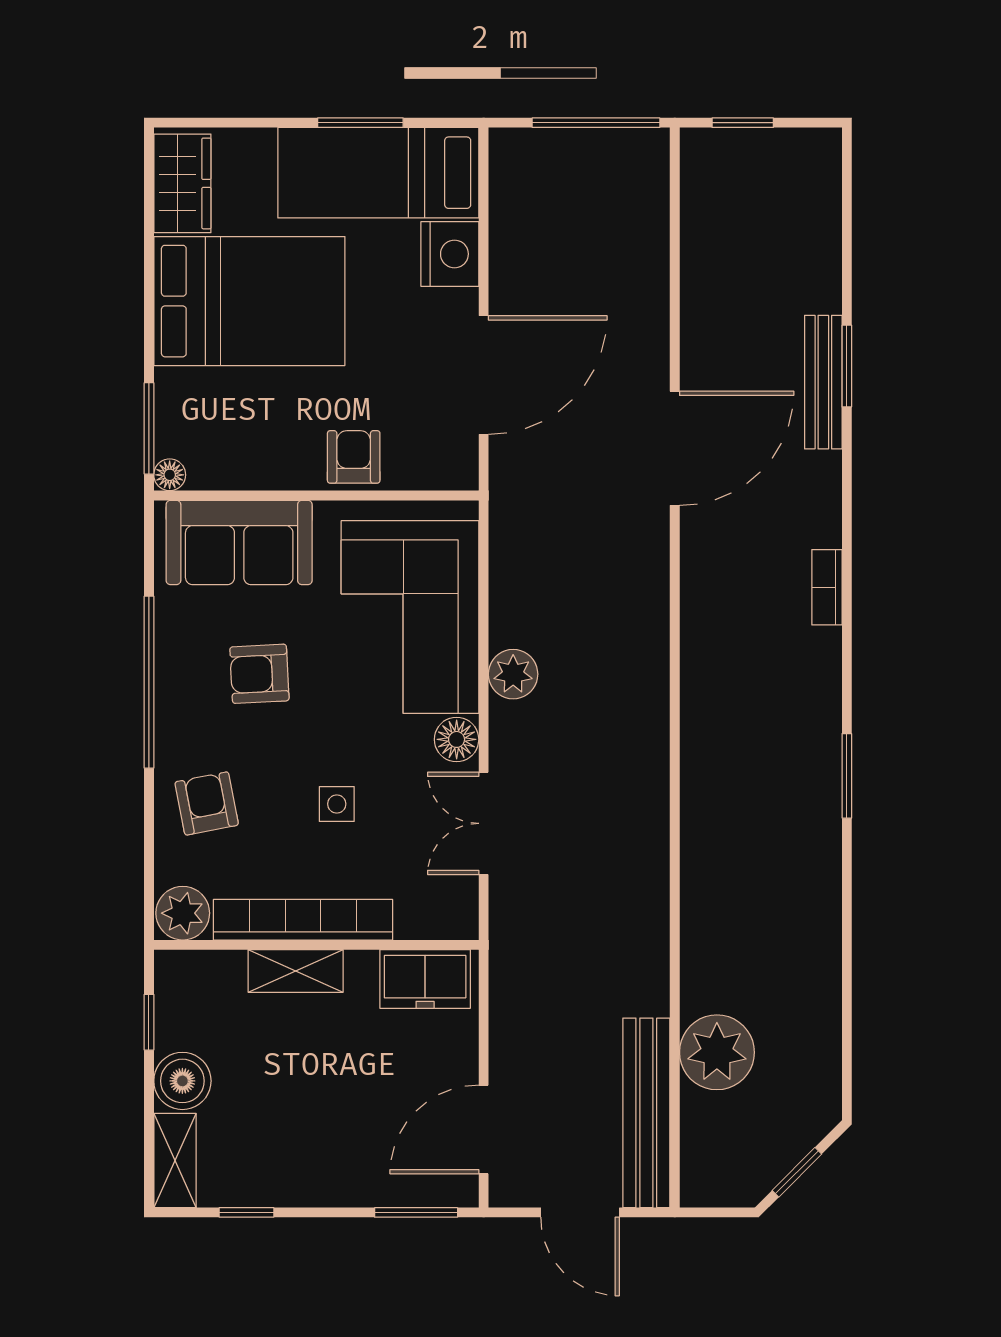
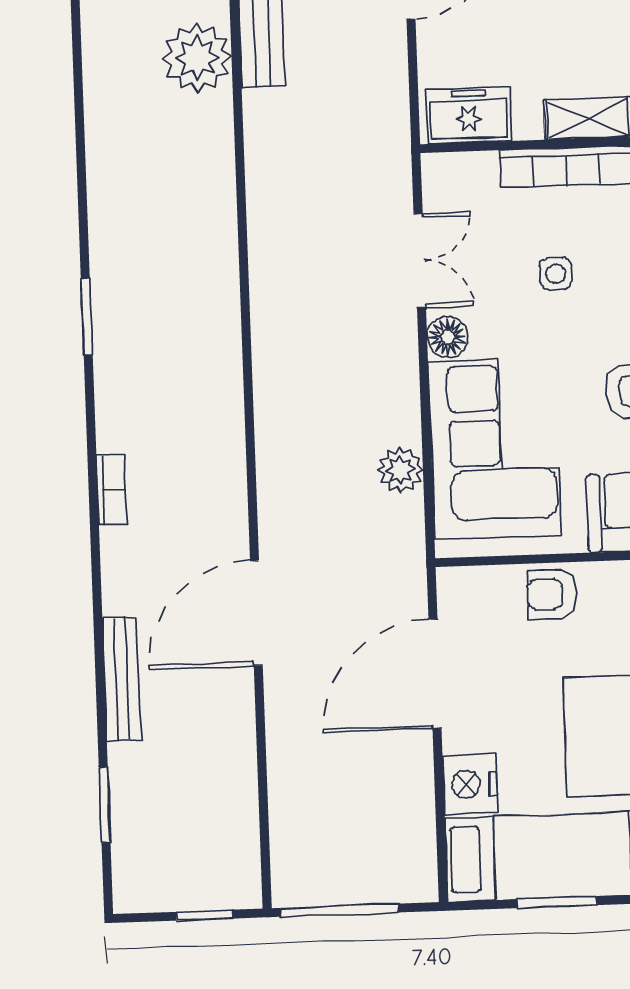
window: (847, 366) -> (105, 805), moved
armchair: (354, 457) -> (552, 594), turned 90
plant: (513, 674) -> (400, 470), moved

